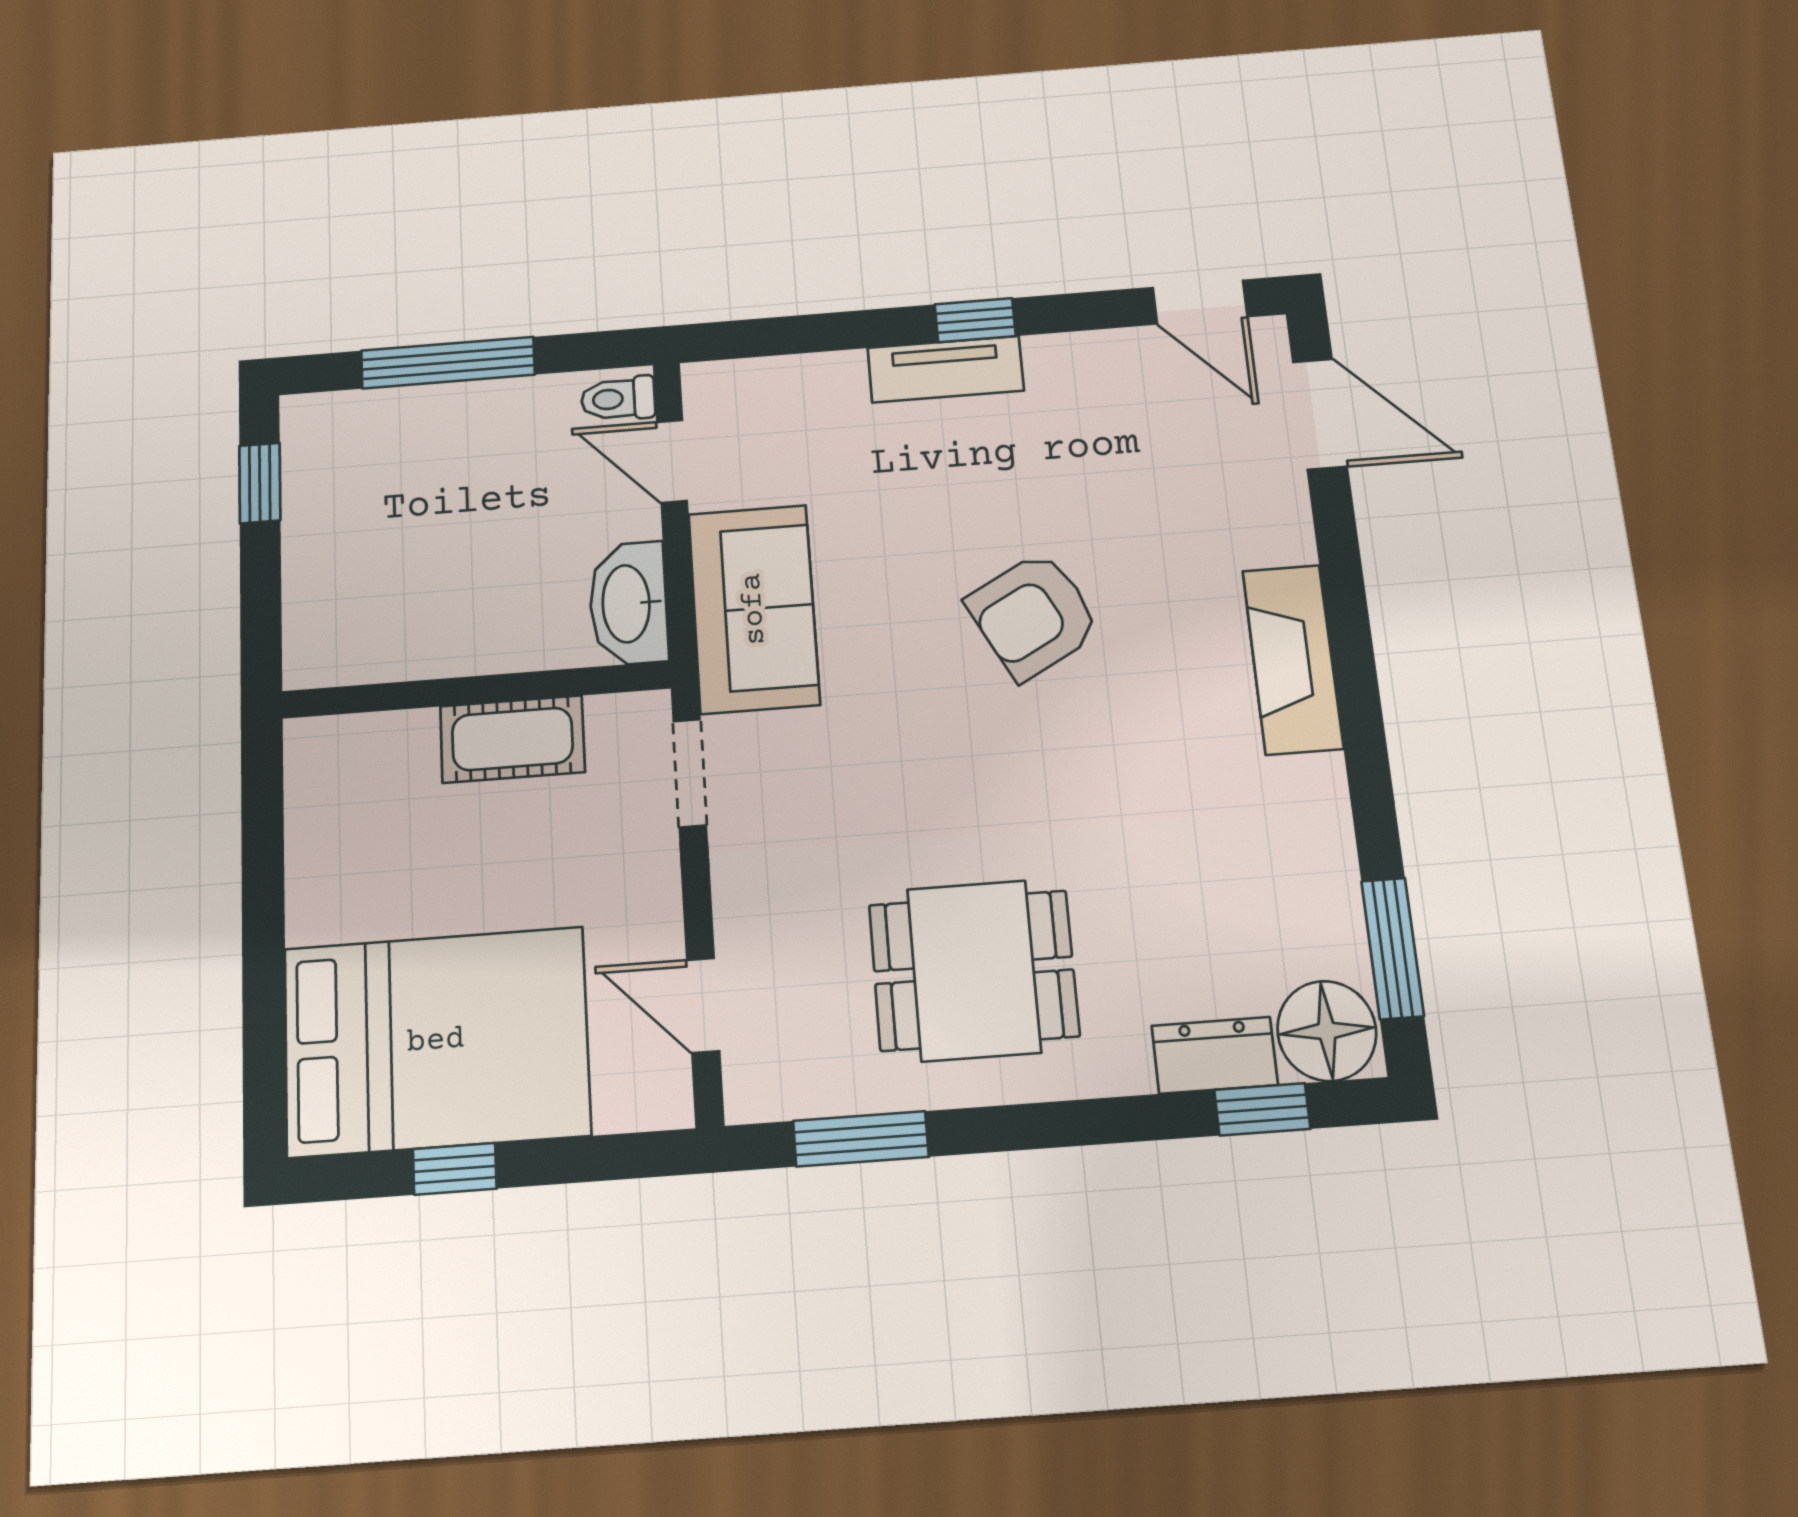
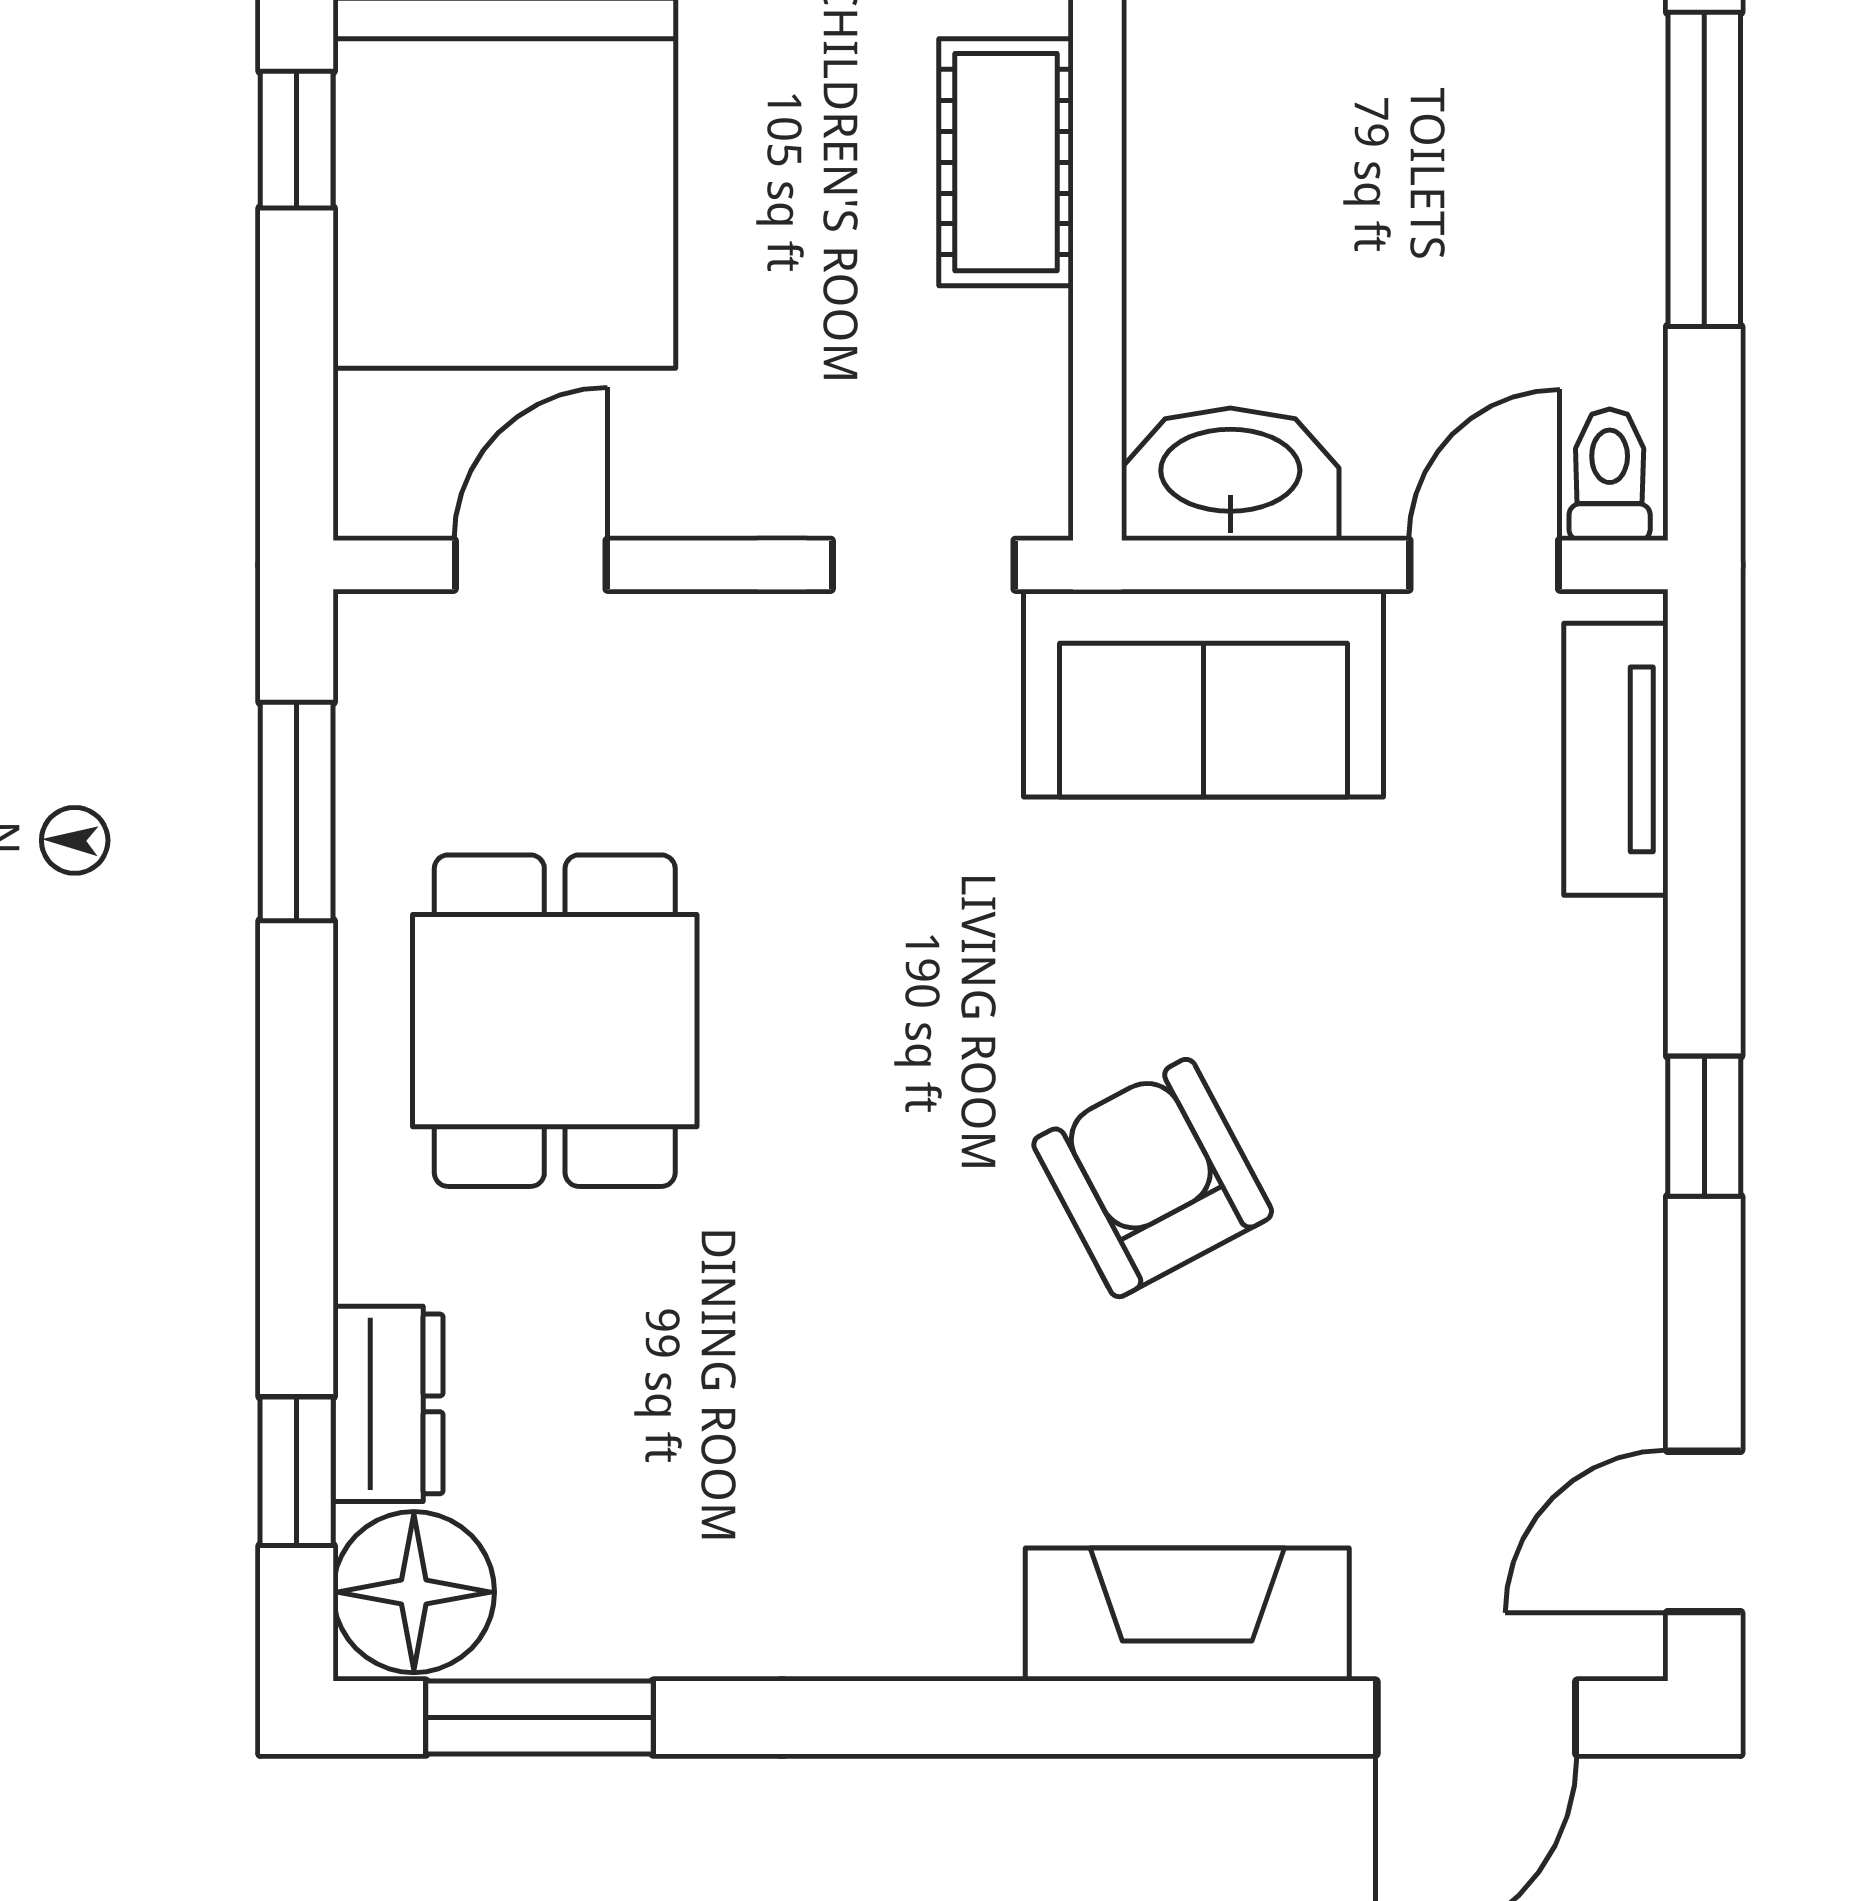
tv unit: (946, 369) -> (1616, 759), moved
fireplace: (1293, 659) -> (1187, 1615), moved
cot: (512, 739) -> (1006, 162), moved

